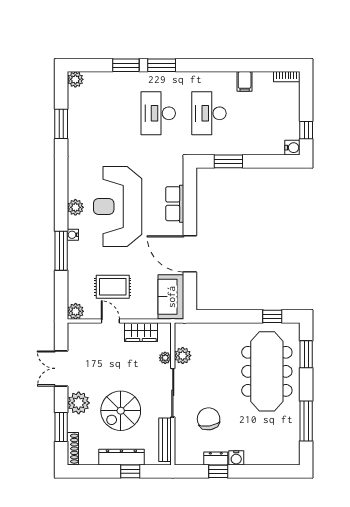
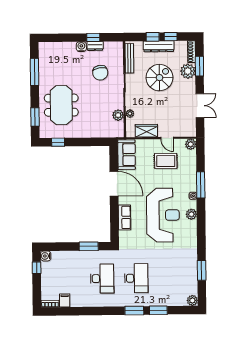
filing cabinet: (245, 81) -> (65, 300), moved
meeting table: (267, 371) -> (61, 105), width x0.73
plant: (79, 403) -> (188, 71), moved
window: (103, 471) -> (171, 37), added

